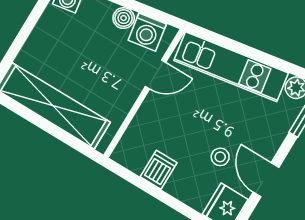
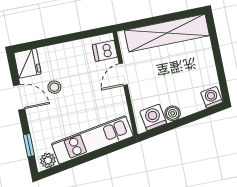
door: (156, 74) -> (123, 74), moved
dishwasher: (159, 170) -> (105, 51), moved, turned 90

